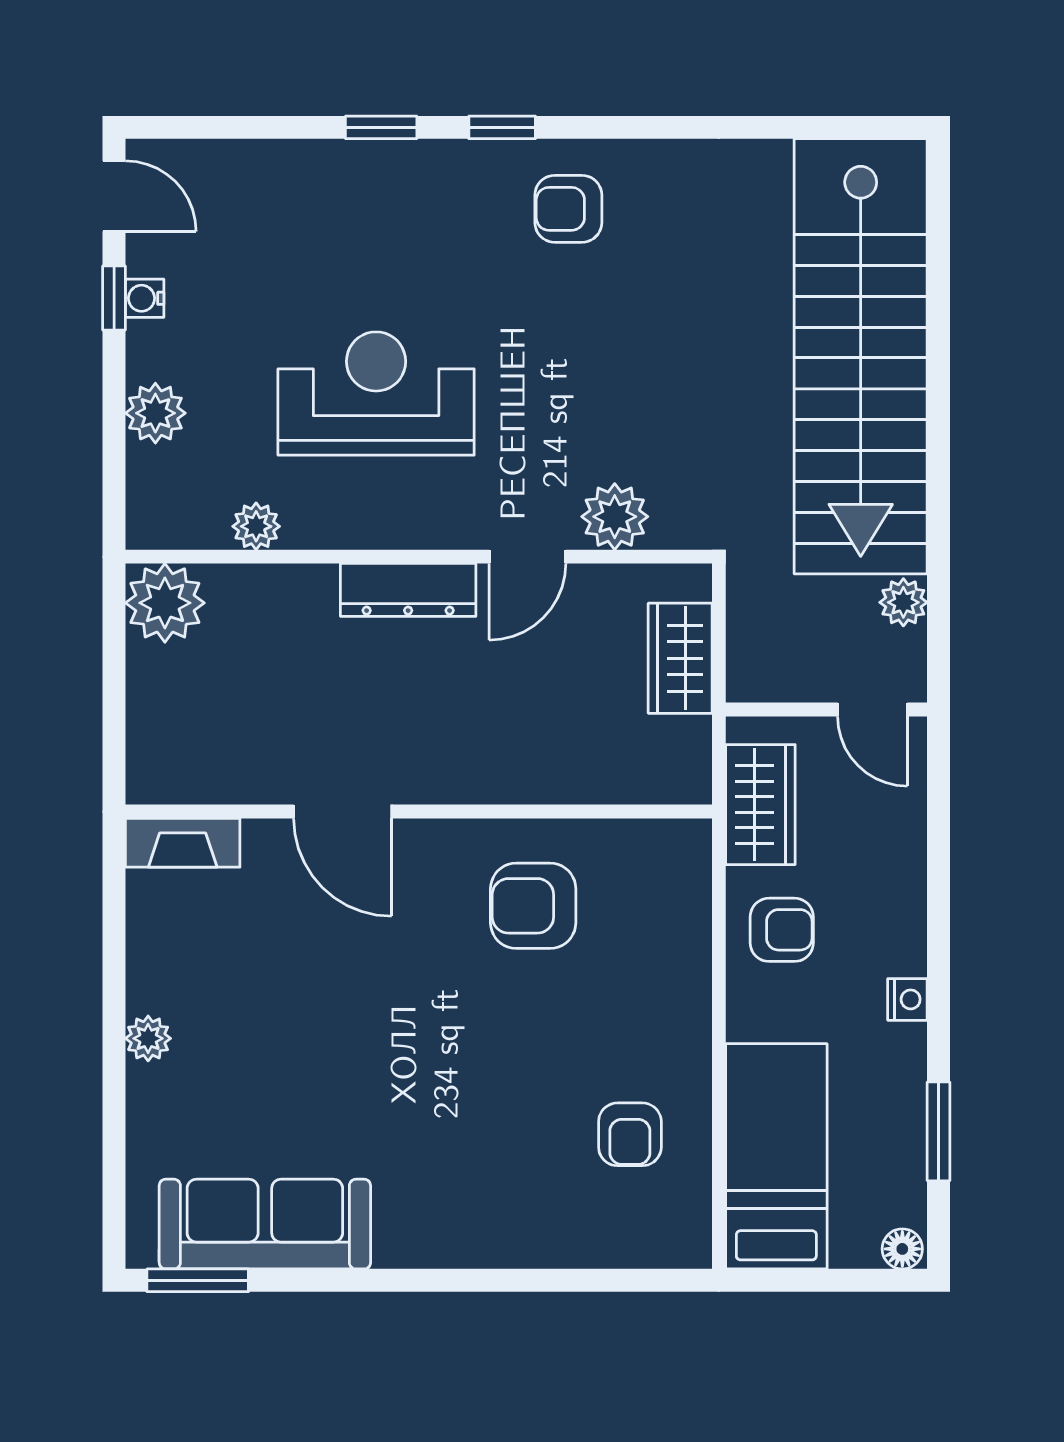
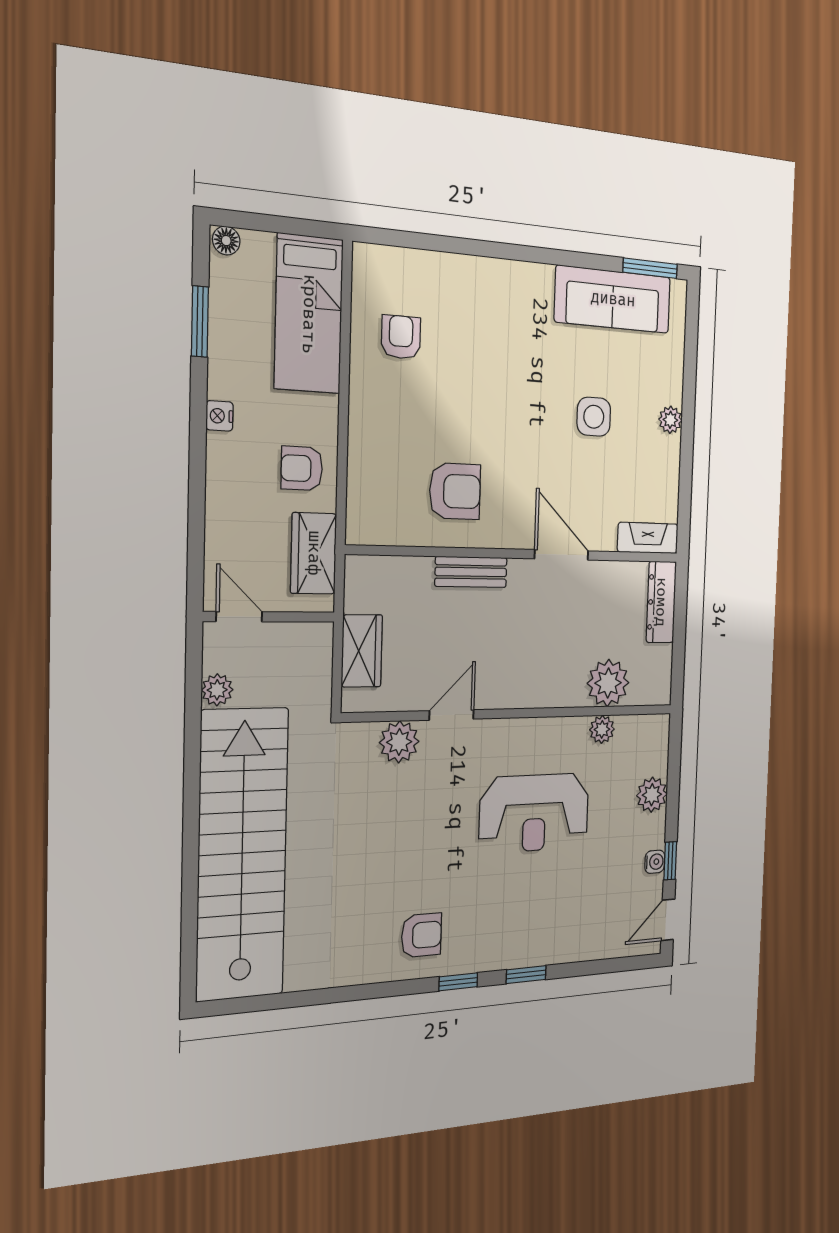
door: (114, 196) -> (668, 920), hinge flipped
dresser: (408, 590) -> (661, 602), moved, turned -90
plant: (165, 603) -> (608, 683), moved
bench: (501, 781) -> (471, 572), added
side table: (292, 1035) -> (594, 417), added

